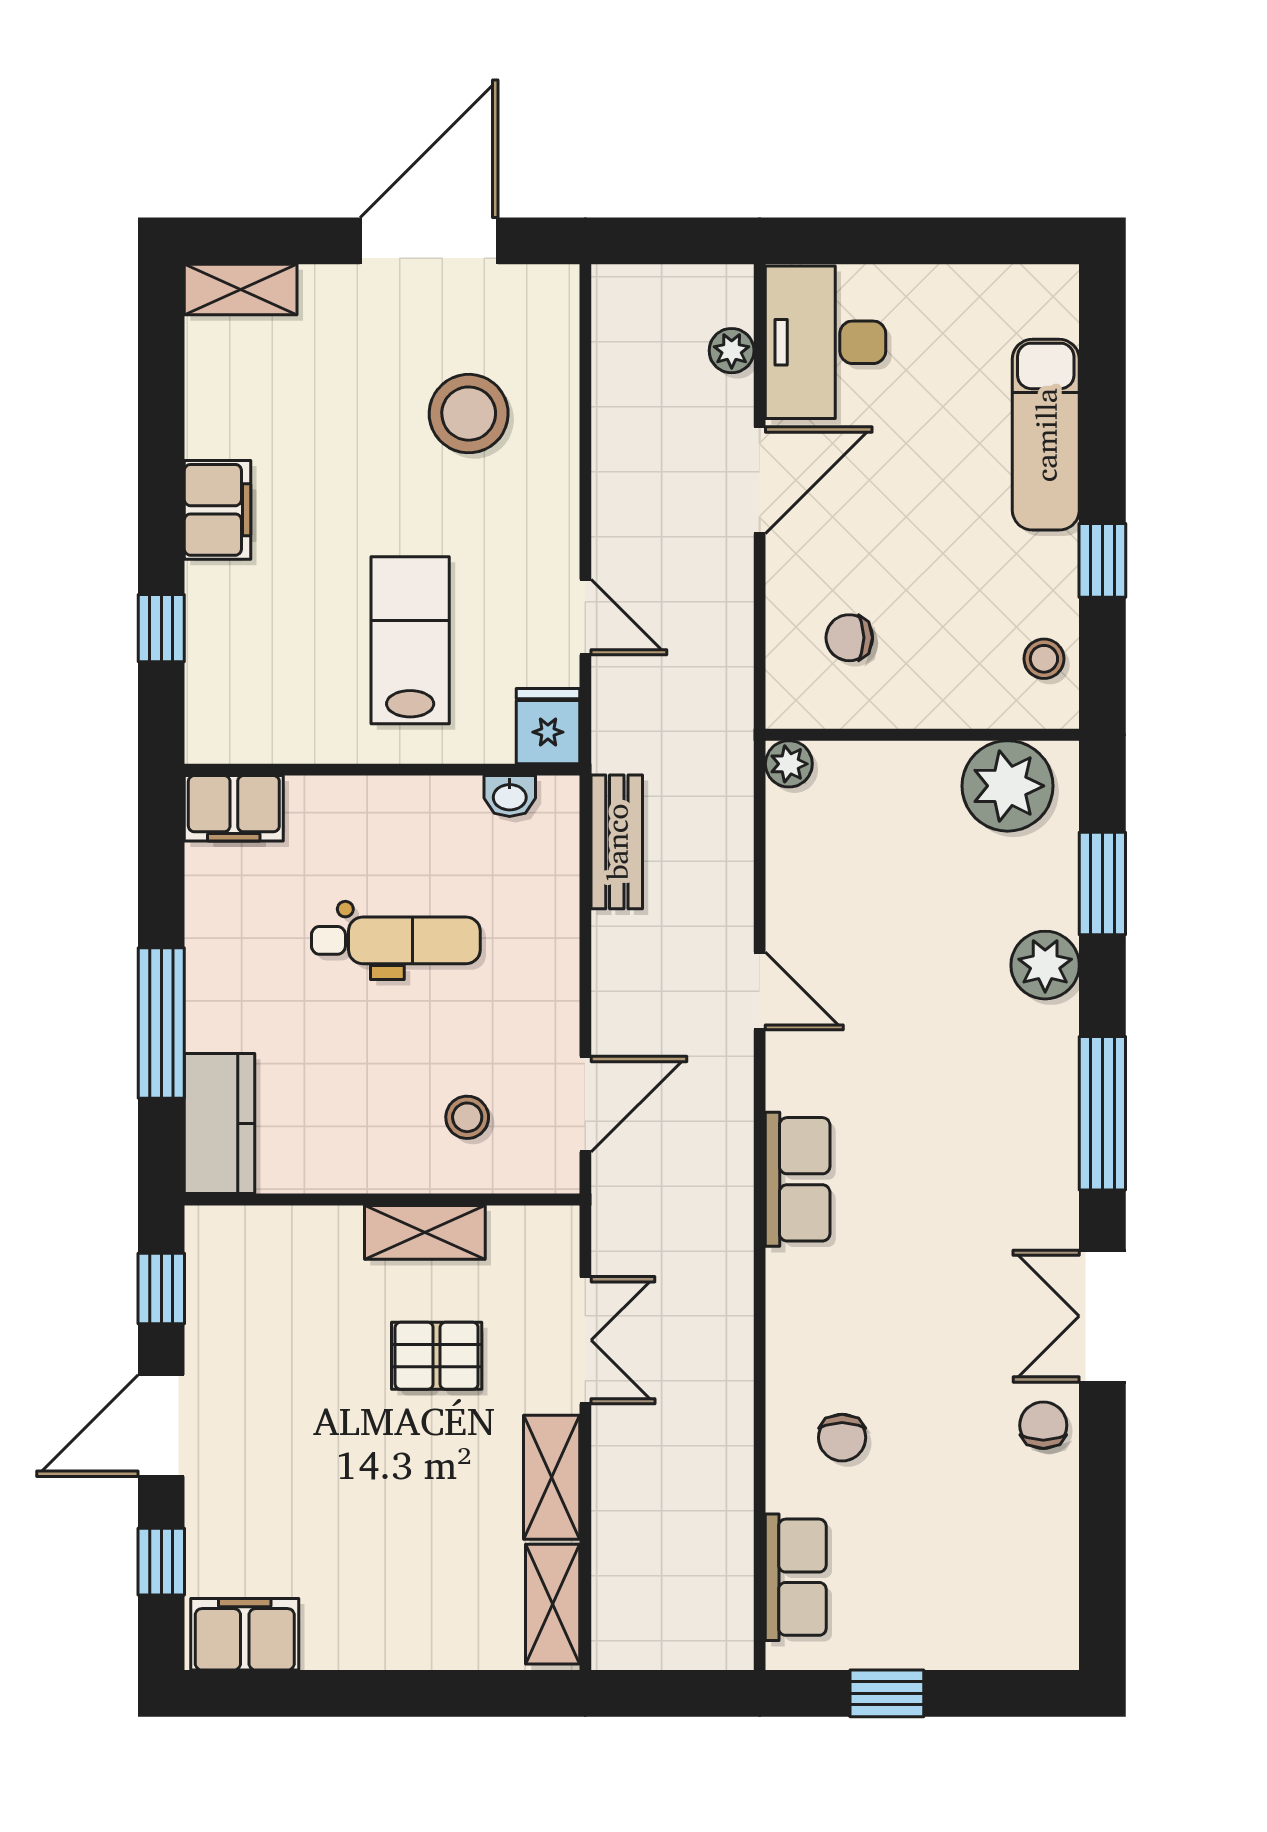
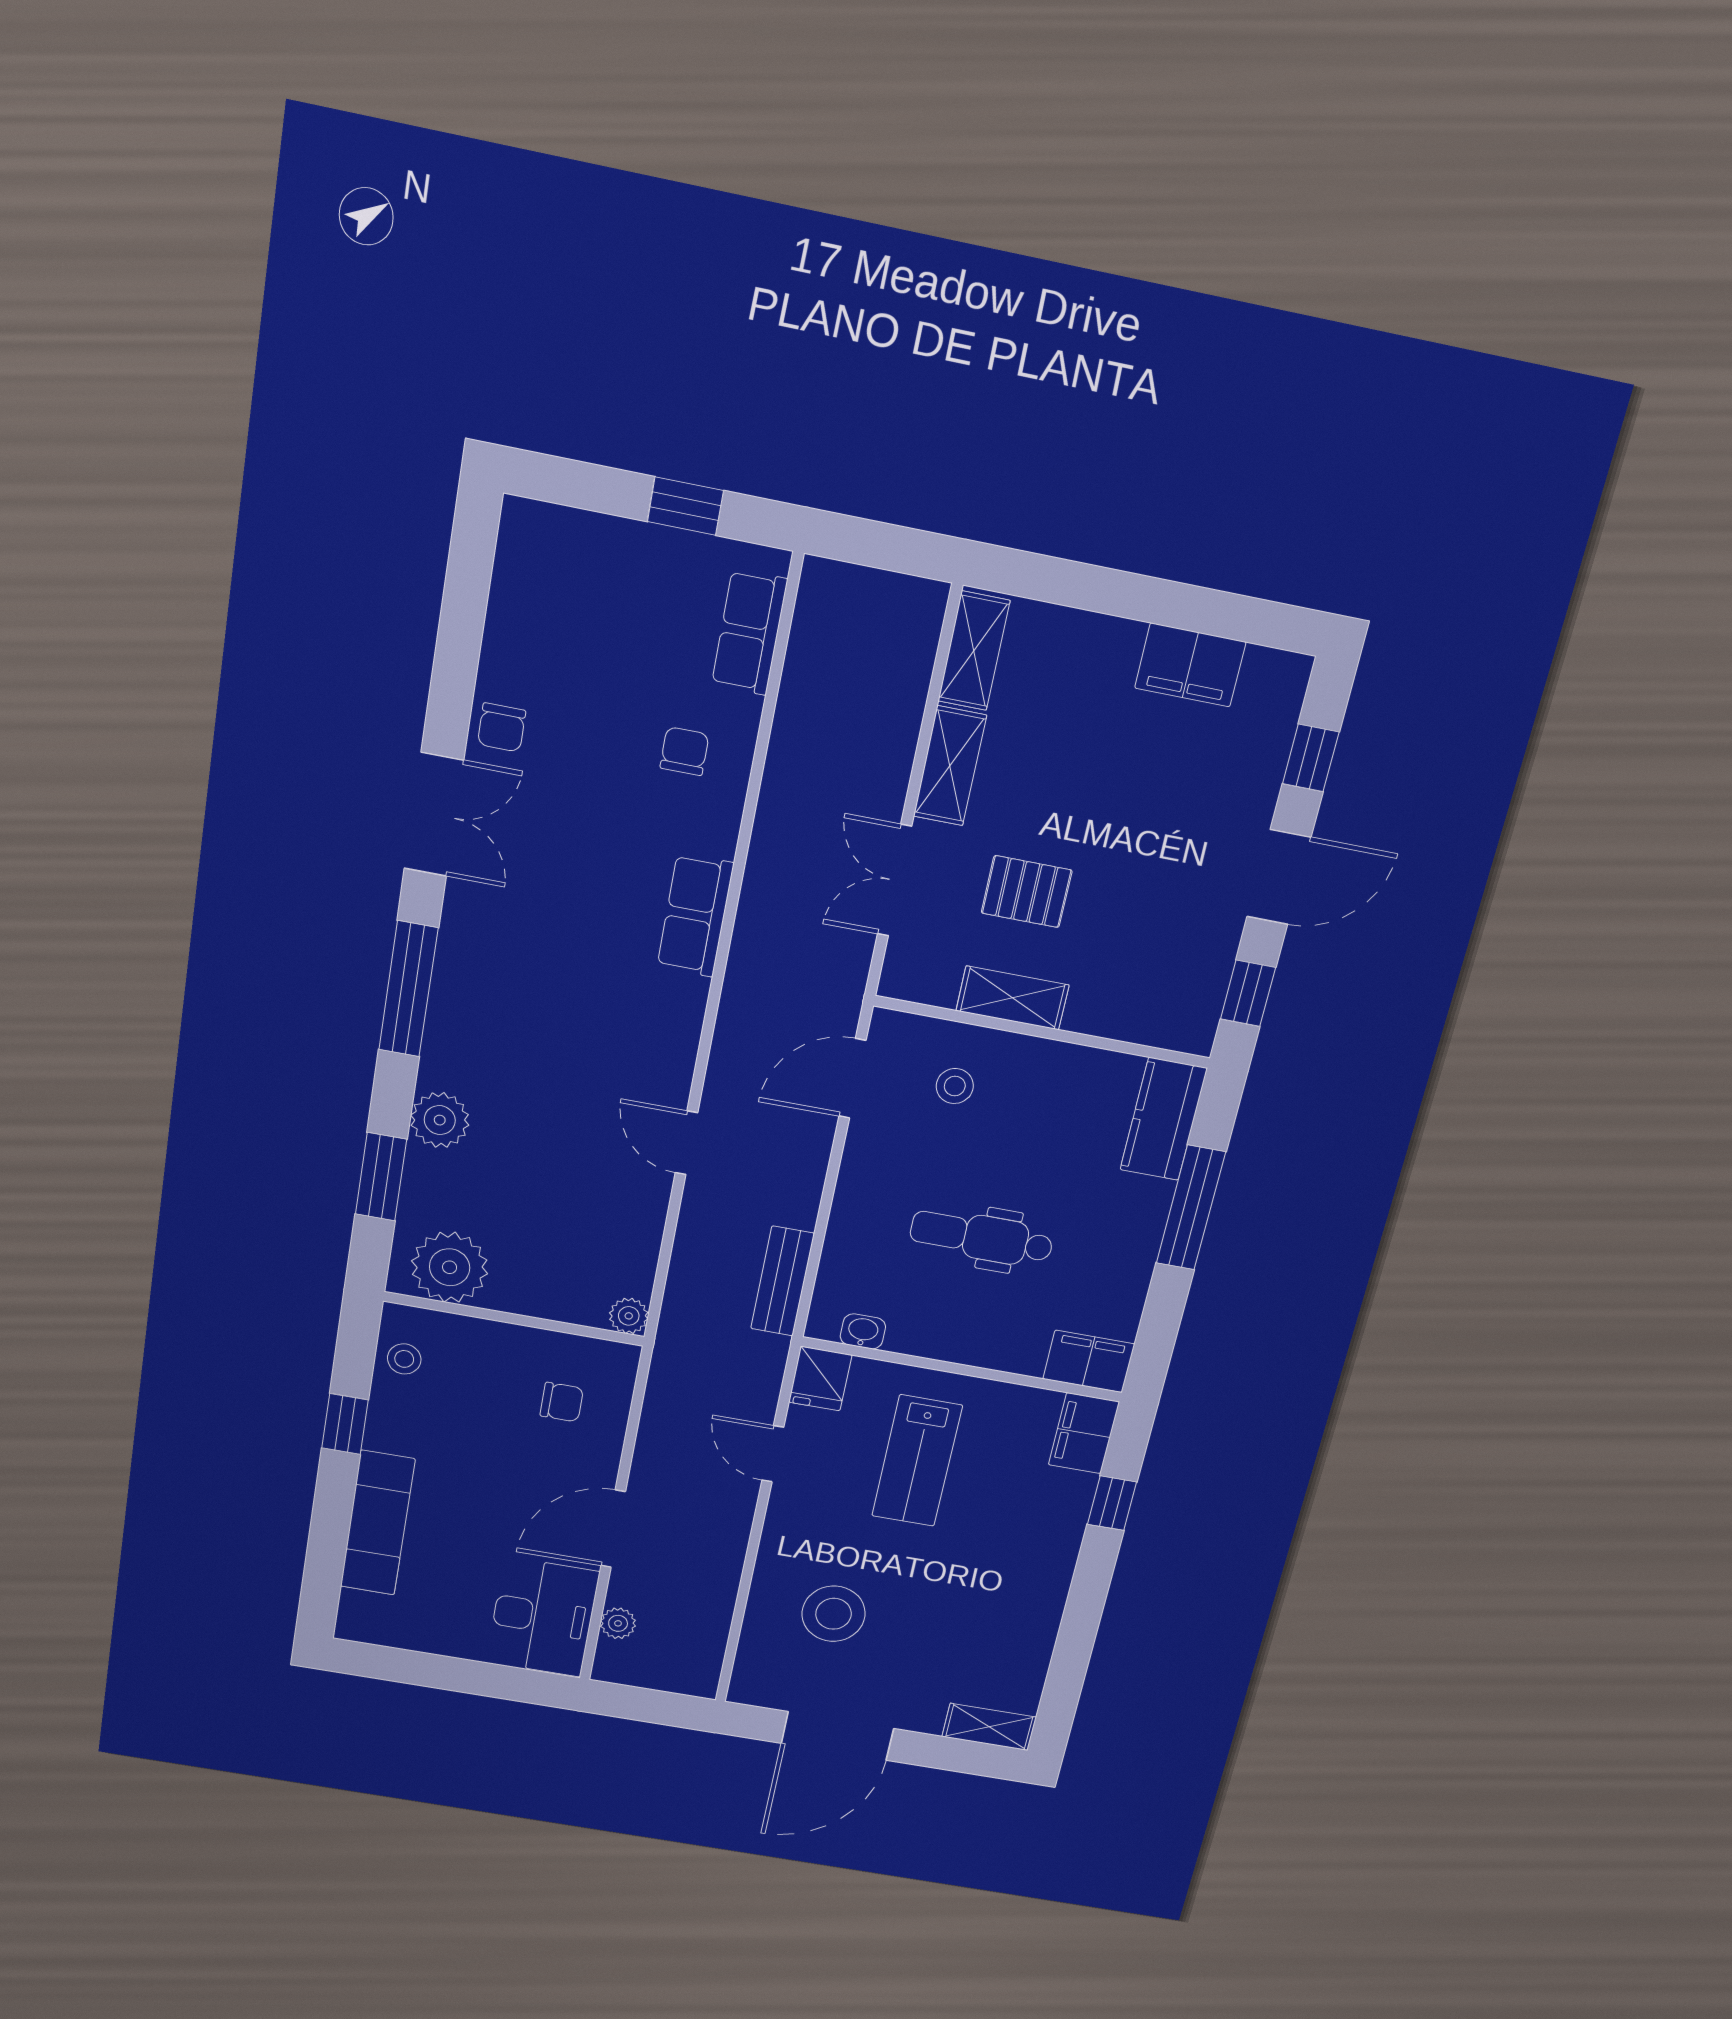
filing cabinet: (218, 510) -> (1084, 1433), moved
row of seats: (798, 1179) -> (695, 915), moved
filing cabinet: (245, 1634) -> (1190, 665), moved

